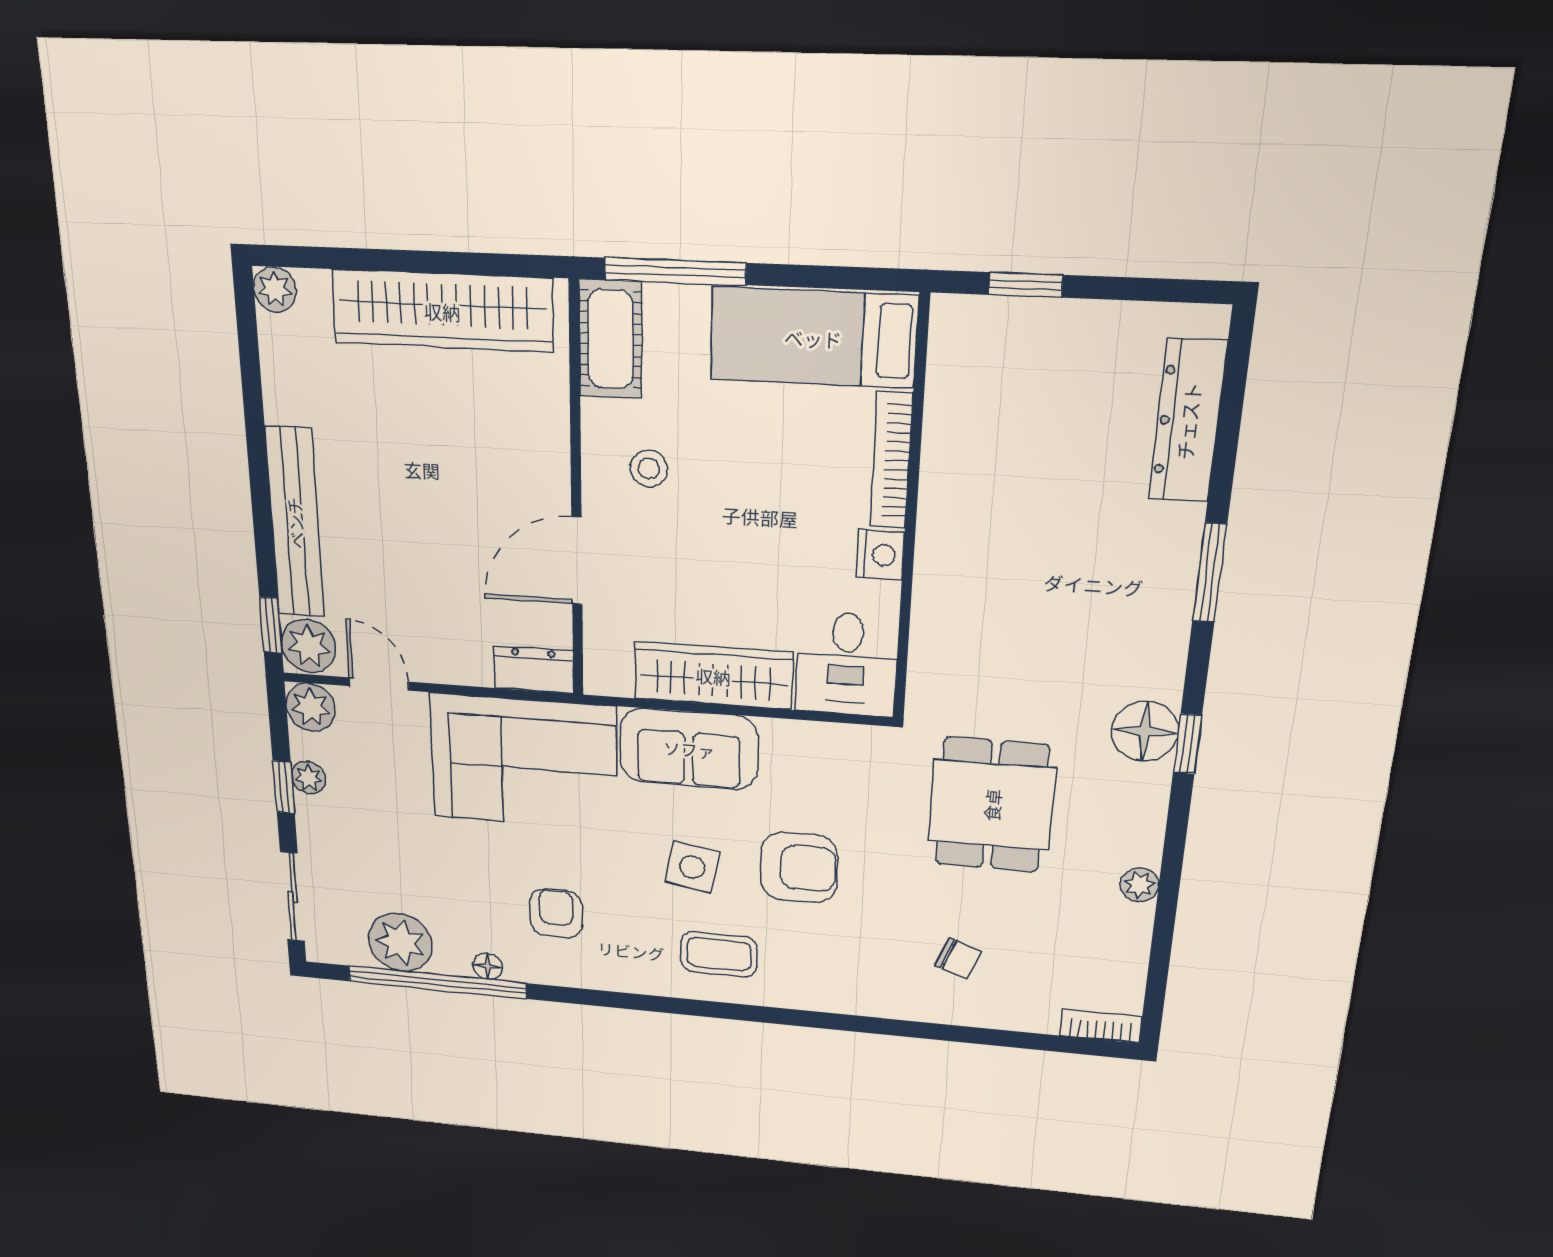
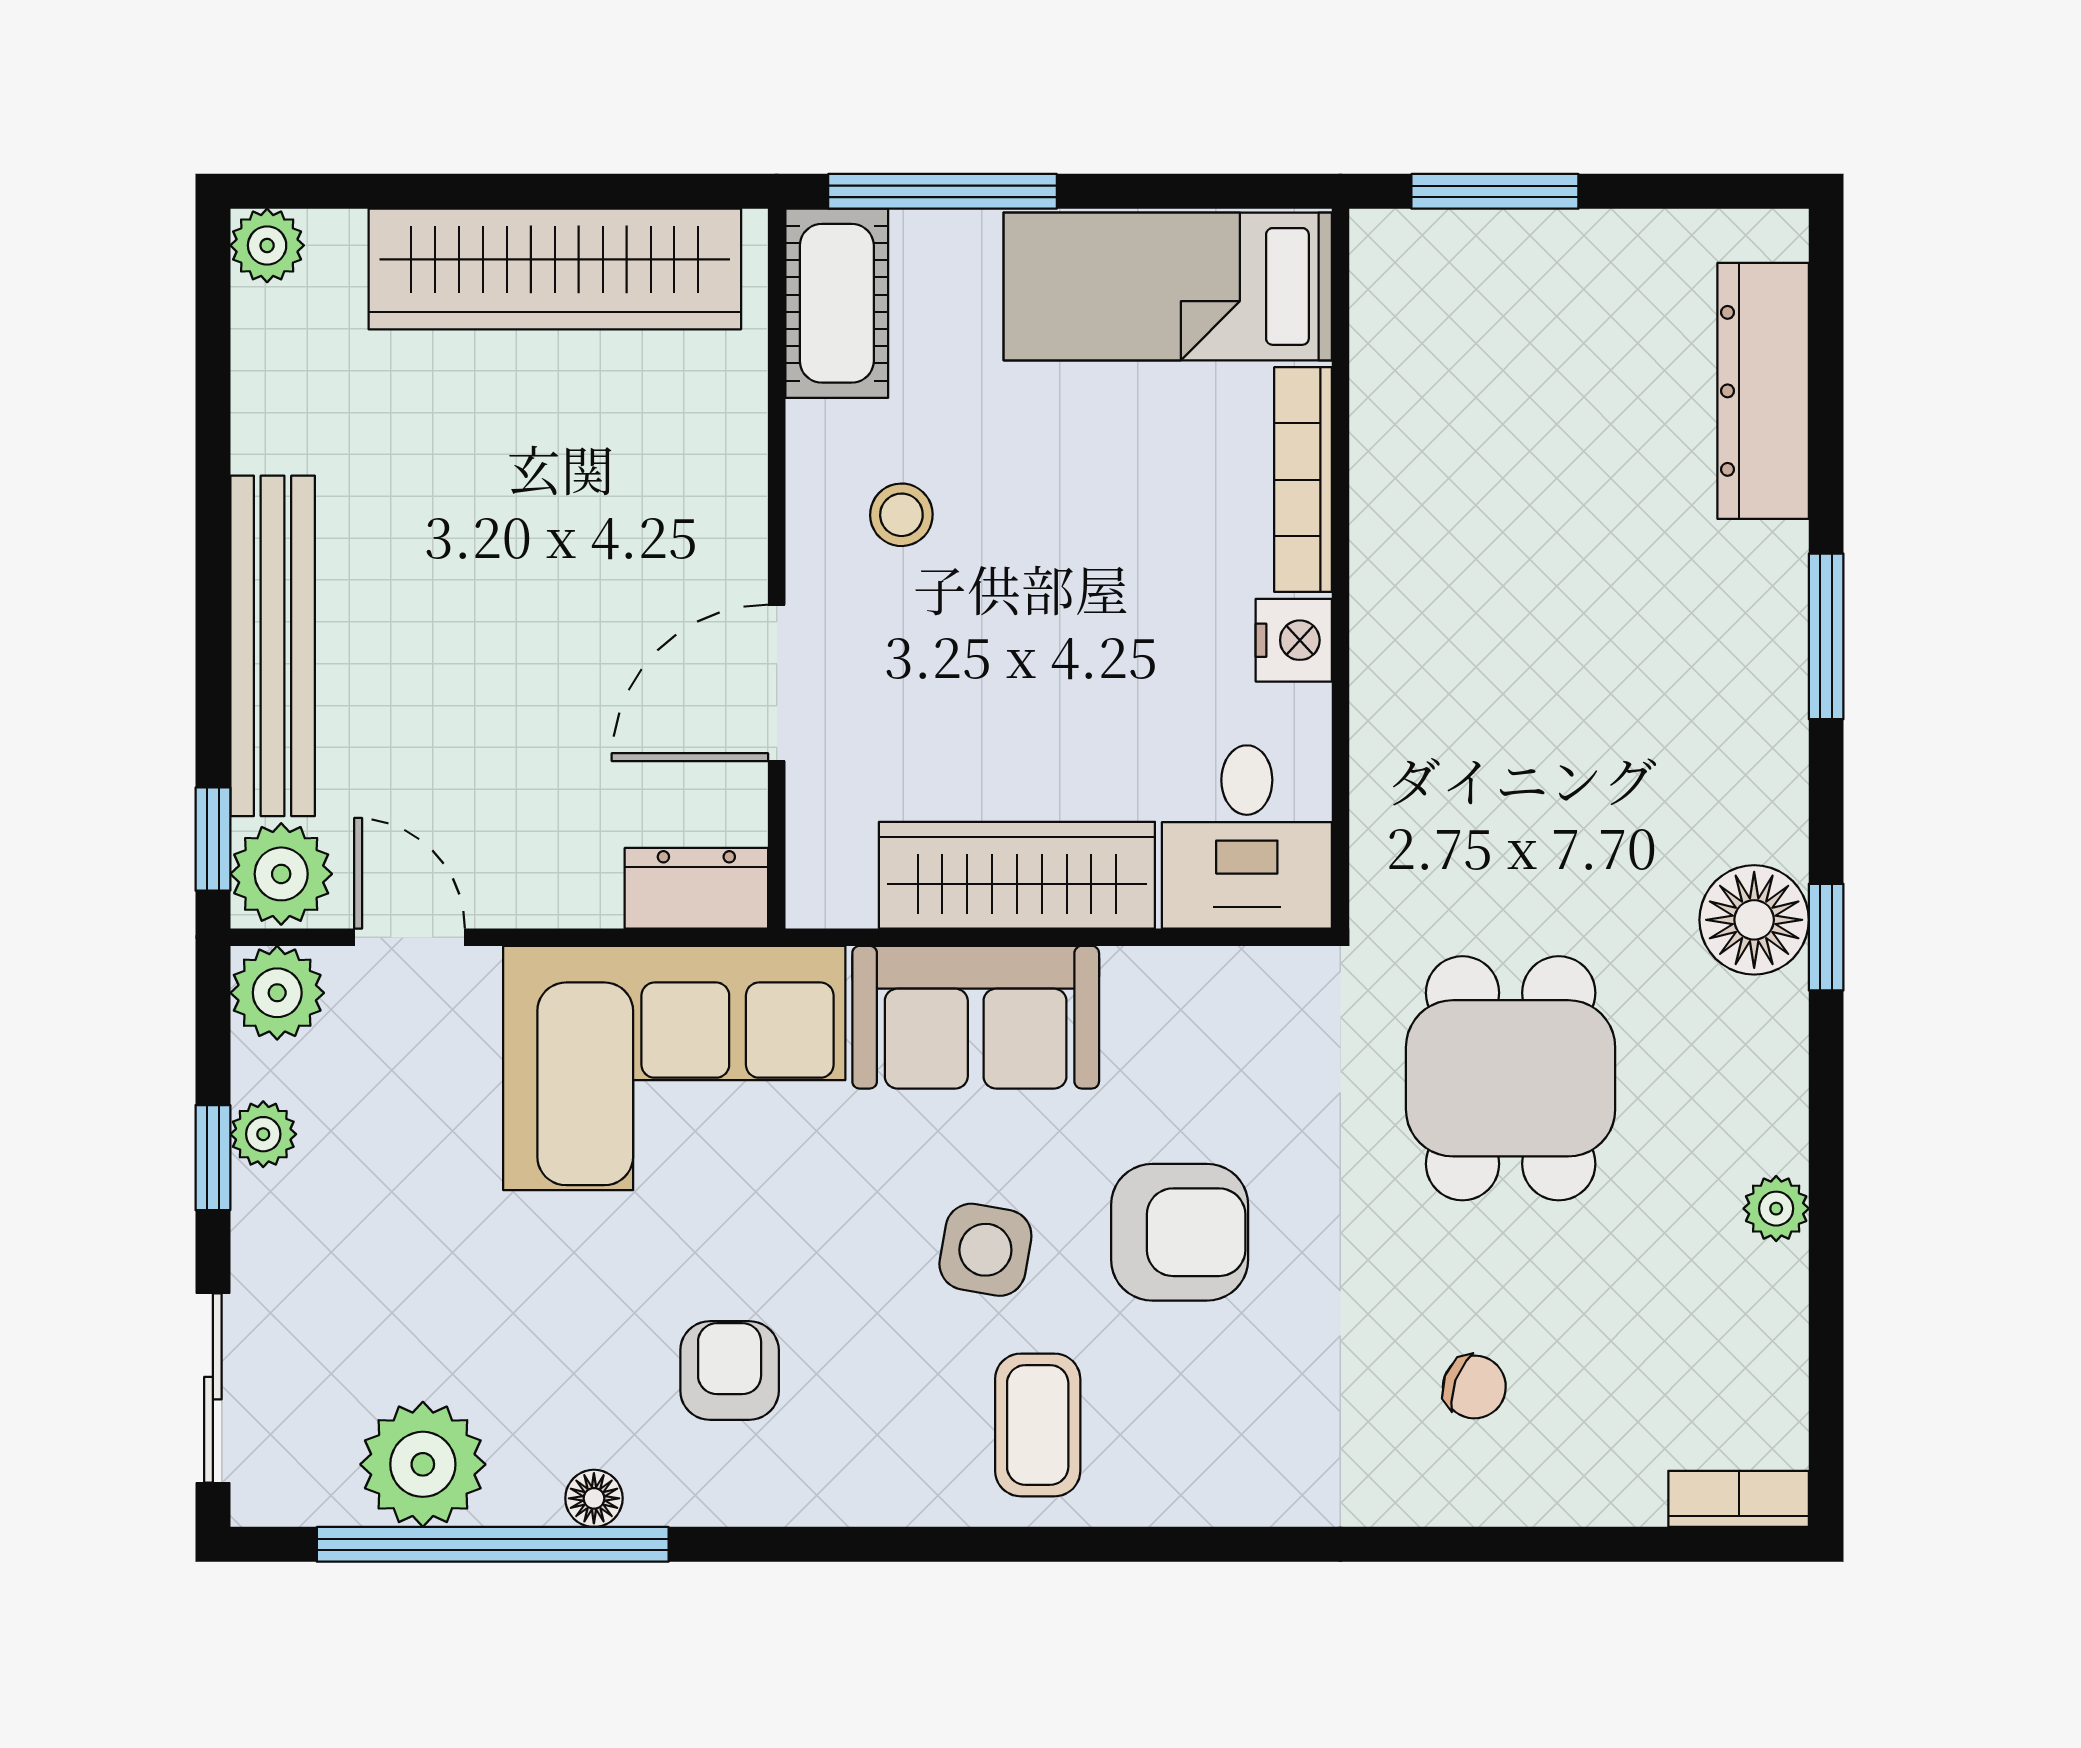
window: (1026, 285) -> (1495, 191), width x1.50
coffee table: (719, 954) -> (1038, 1425), turned 90

